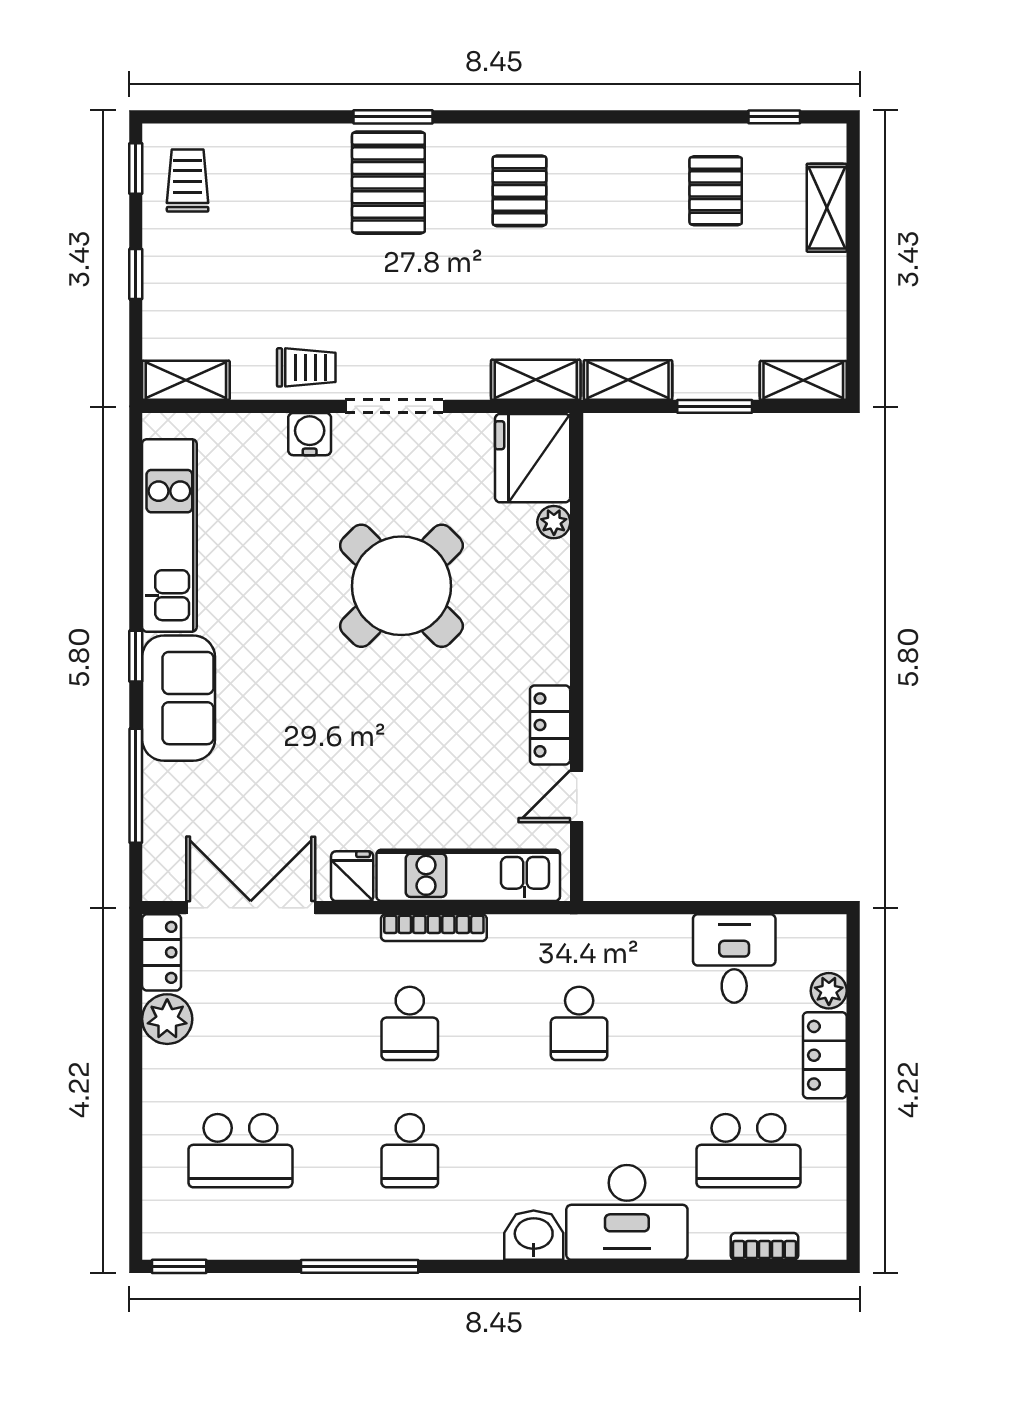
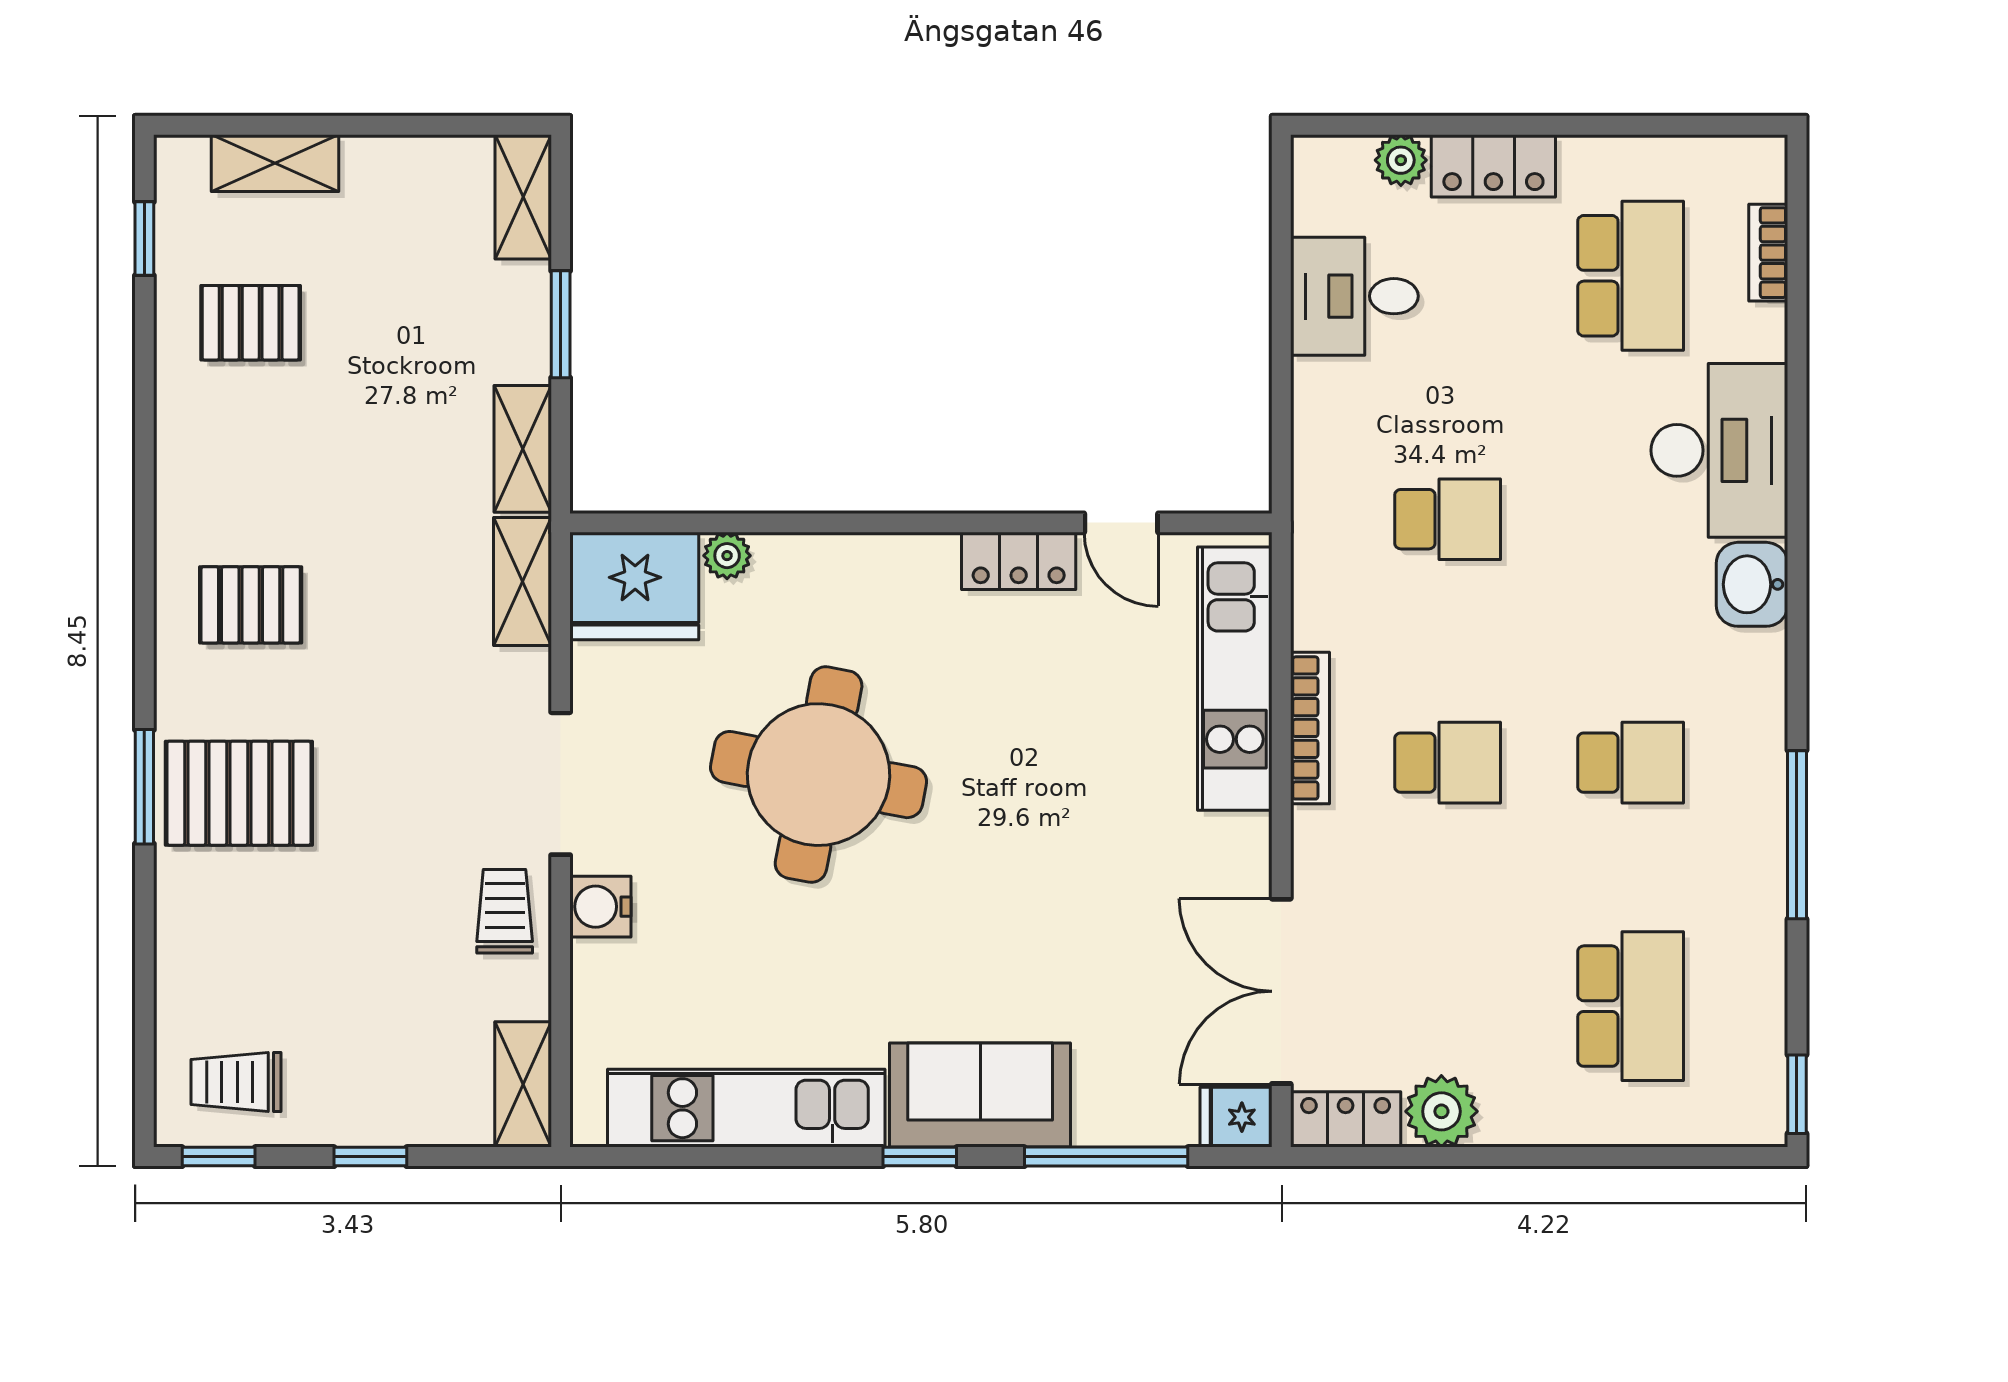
round table: (401, 586) -> (819, 775), turned -34
fridge: (352, 876) -> (1236, 1117), moved

